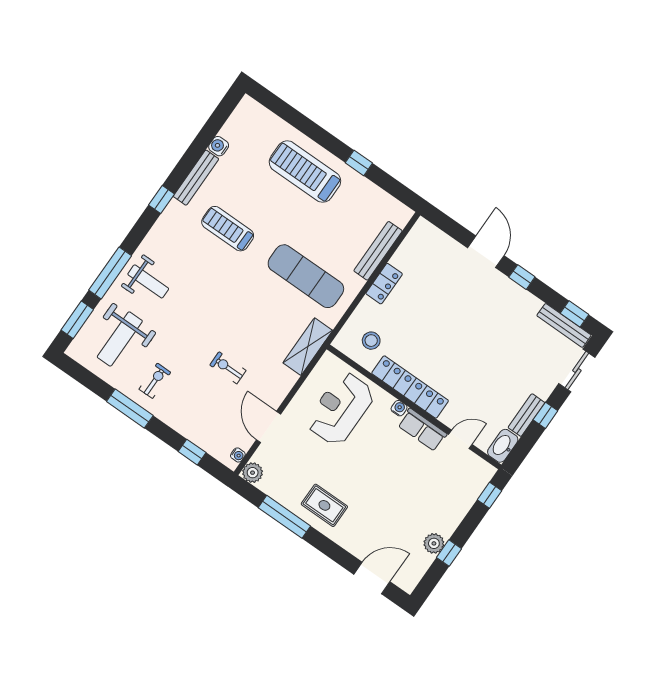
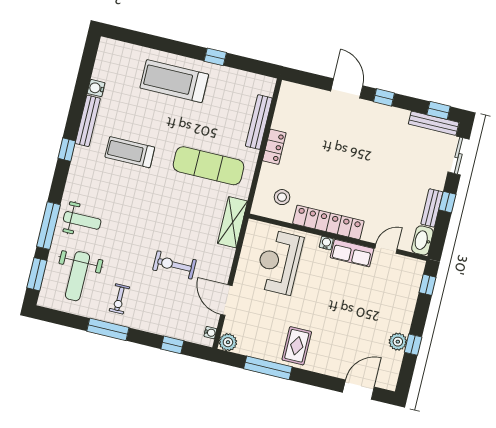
exercise bike: (228, 368) -> (174, 265), width x1.38, depth x1.39
exercise bike: (155, 381) -> (119, 299), turned 180
rug: (324, 505) -> (297, 346), turned 90

